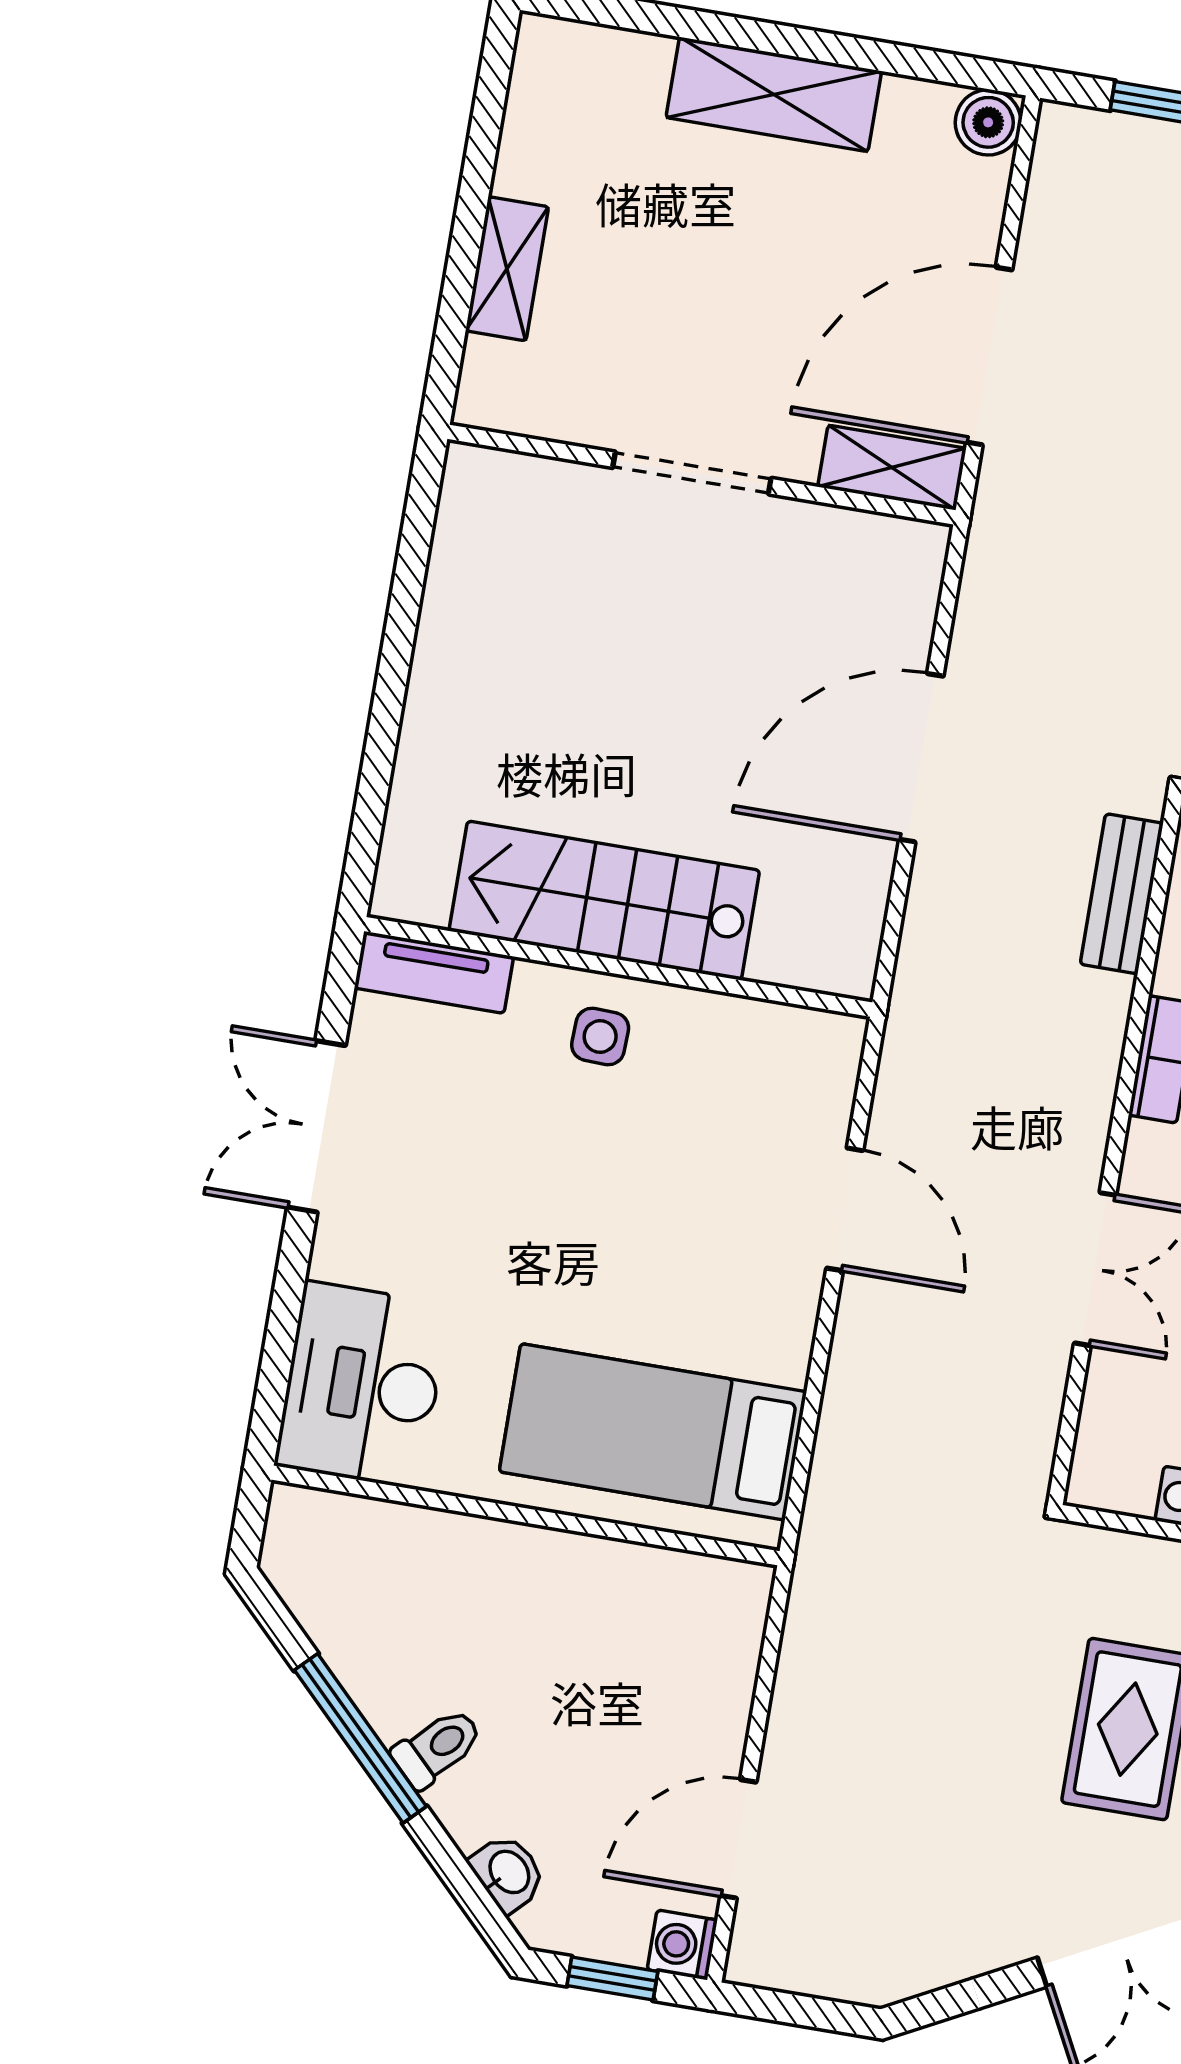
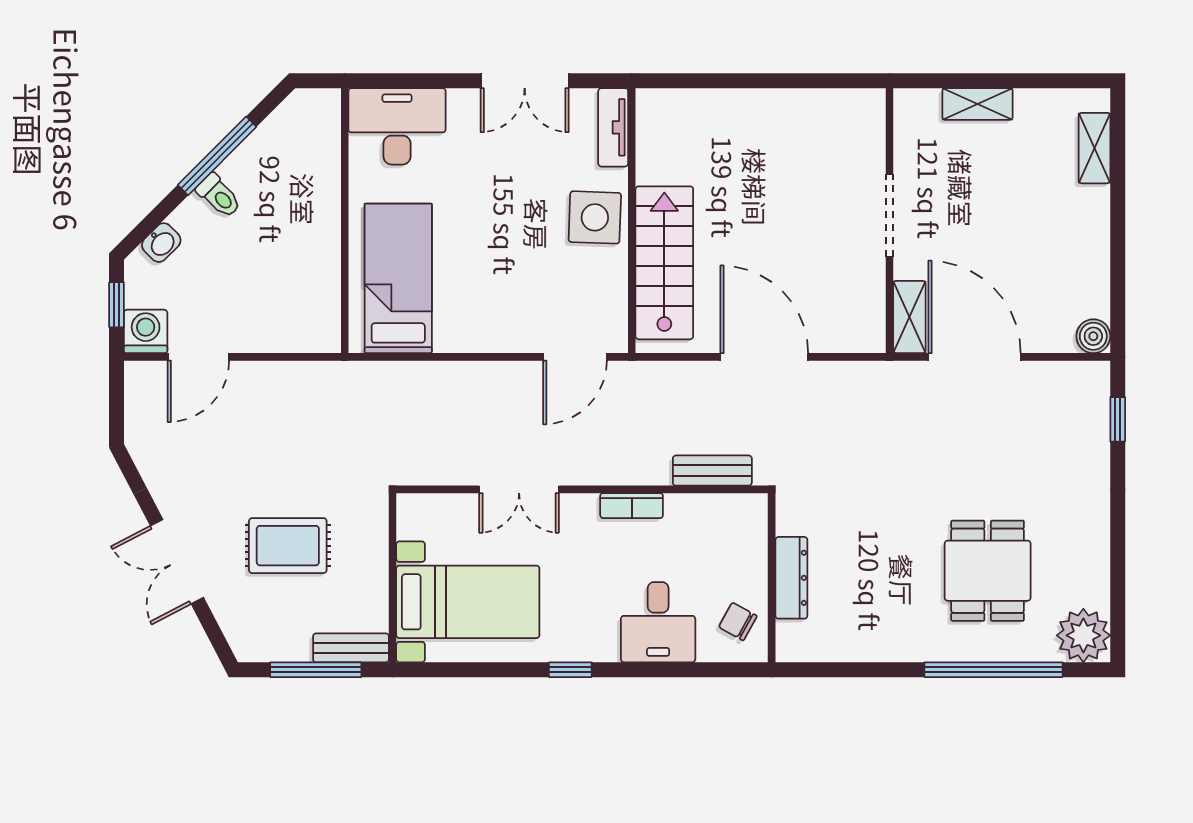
shelving: (774, 94) -> (1094, 148), moved, width x0.67, depth x0.75
stairs: (604, 901) -> (664, 263), moved
side table: (600, 1036) -> (595, 217), width x1.87, depth x1.87
double door: (316, 1126) -> (525, 81), swing flipped
door: (845, 1209) -> (575, 357), moved
door: (738, 1839) -> (198, 357), swing flipped
washing machine: (682, 1945) -> (146, 331), width x1.38, depth x1.38

